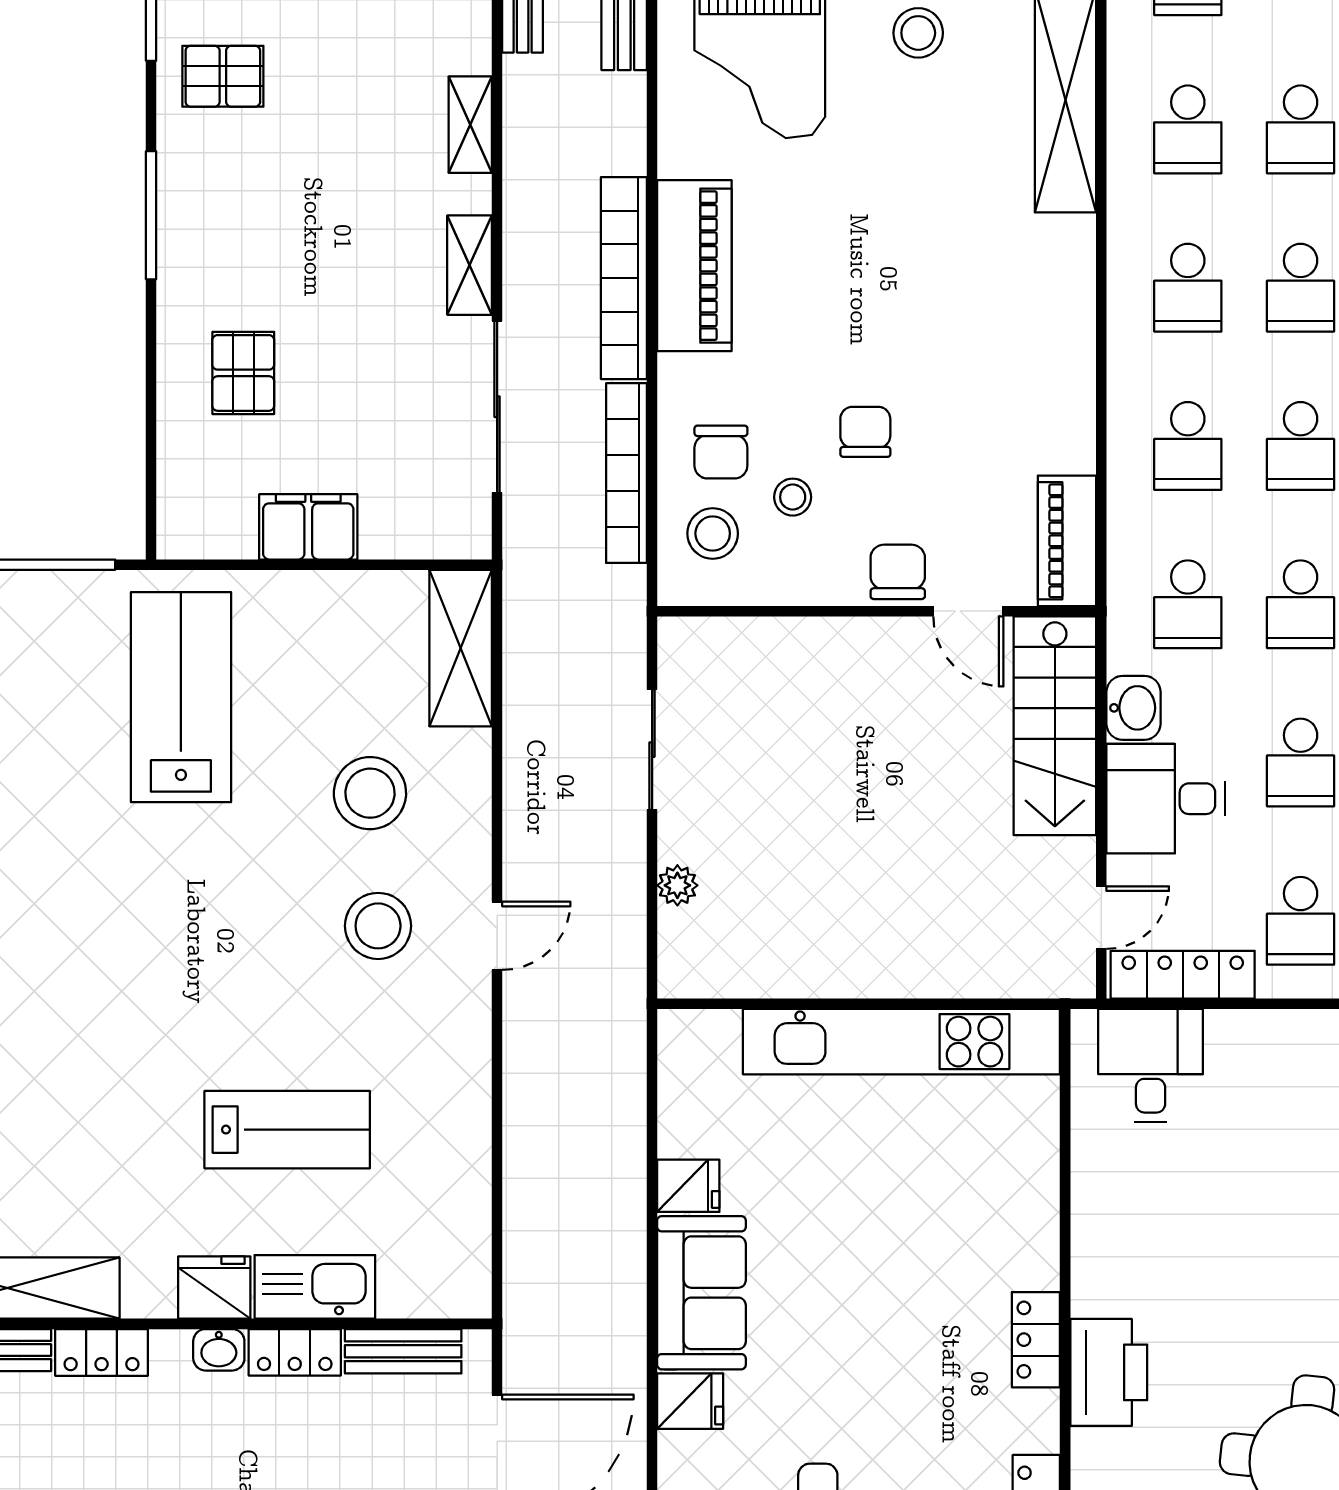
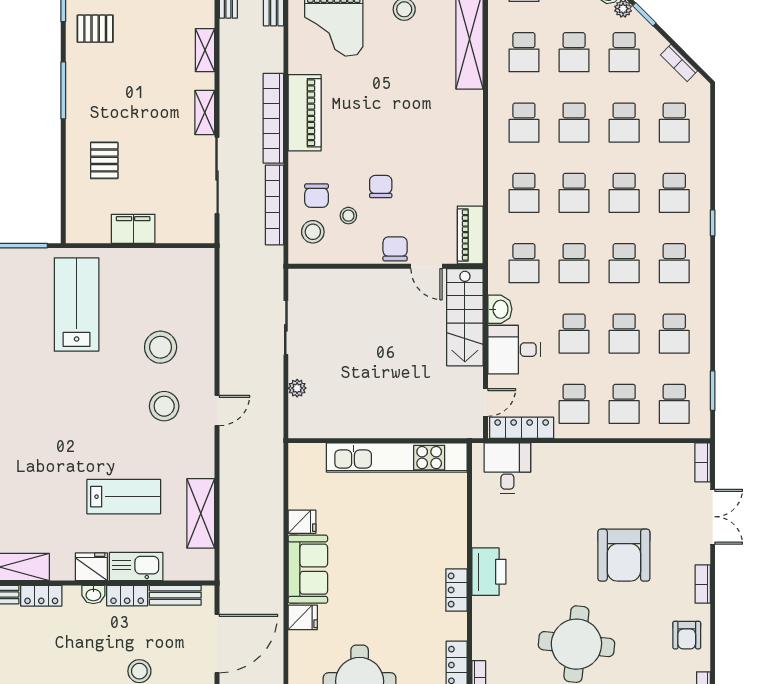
shelving: (461, 648) -> (201, 513), moved
printer: (1109, 1372) -> (489, 572), moved

